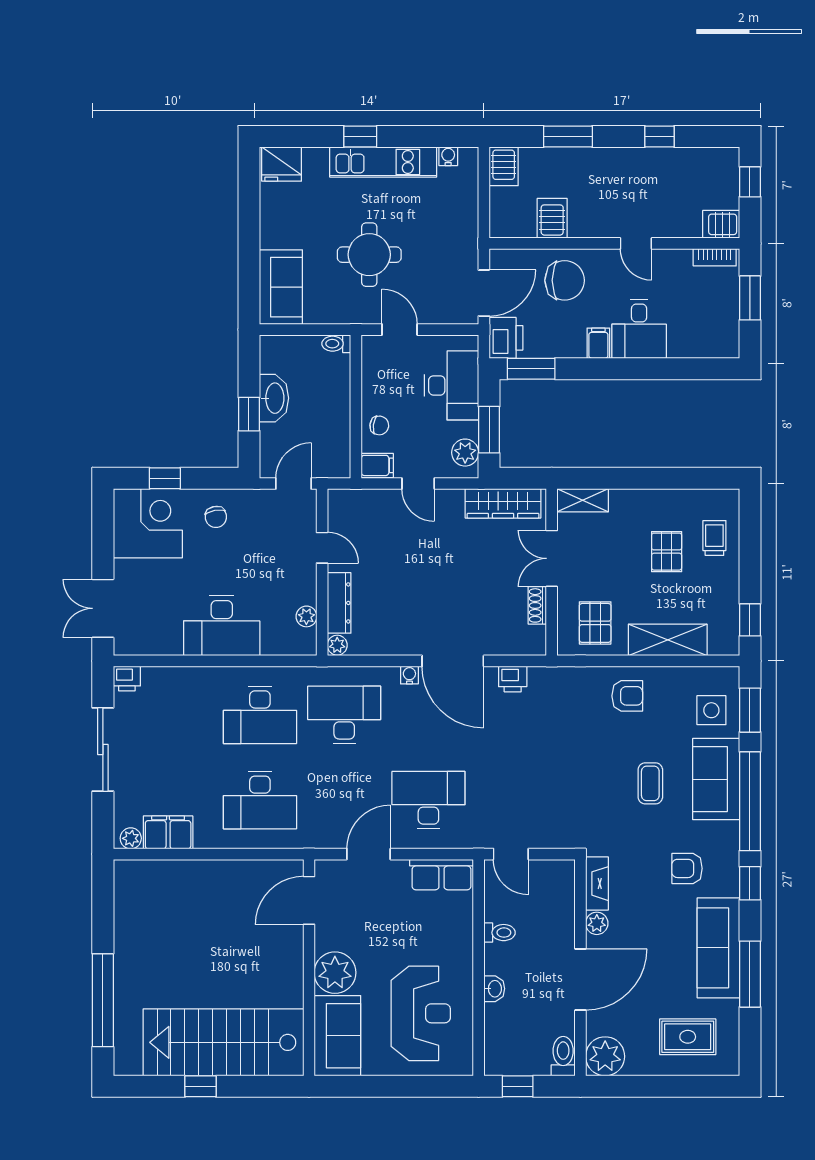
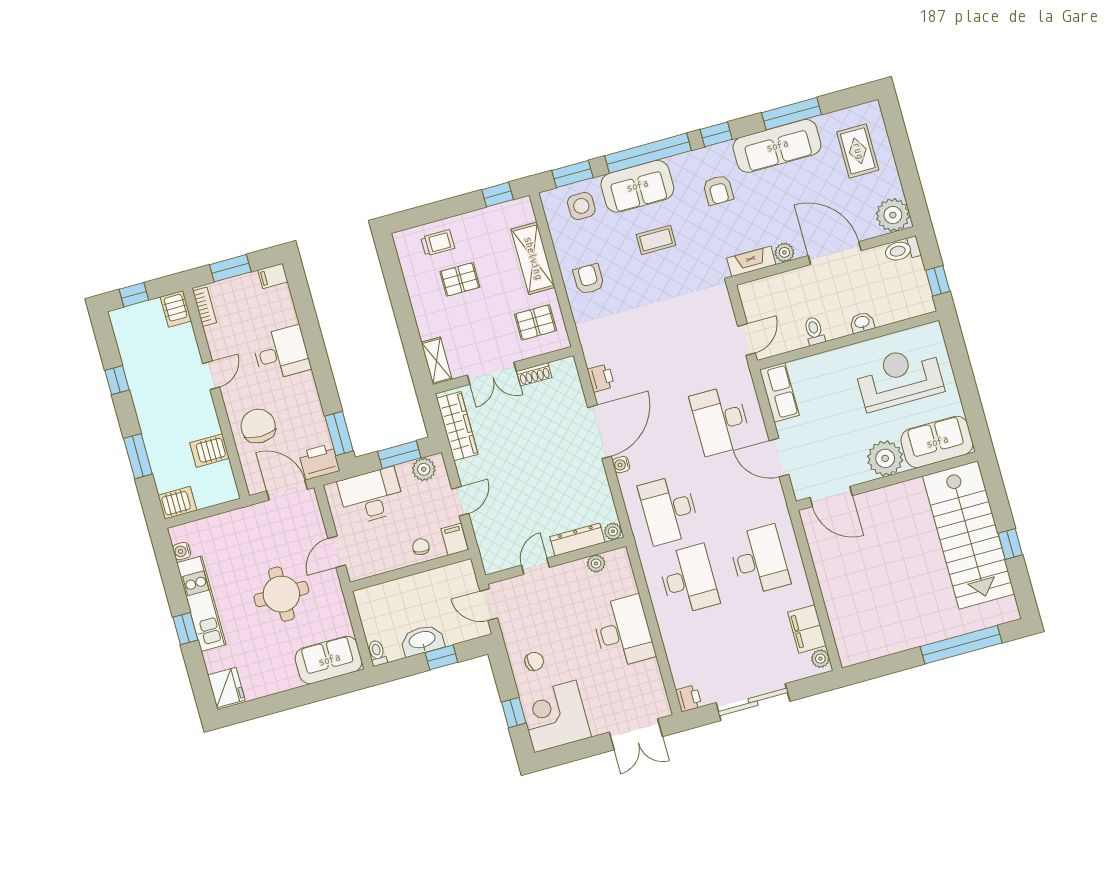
filing cabinet: (598, 343) -> (273, 276), moved
toilet: (336, 344) -> (377, 653), moved, turned 180
trolley: (714, 538) -> (438, 243), turned 180

